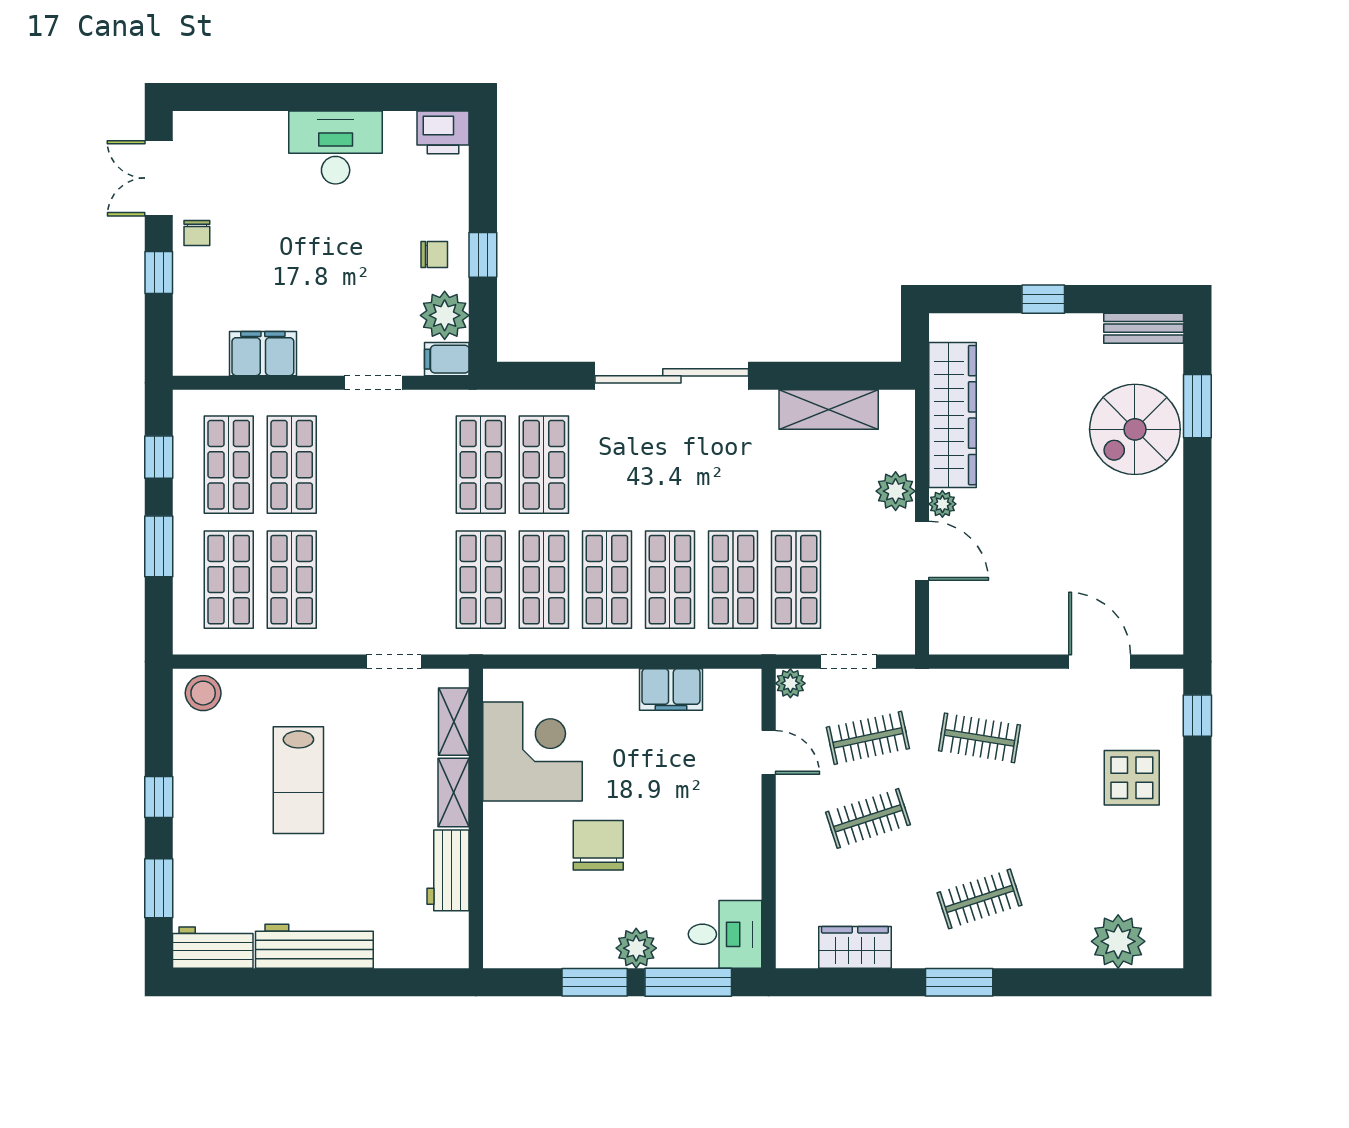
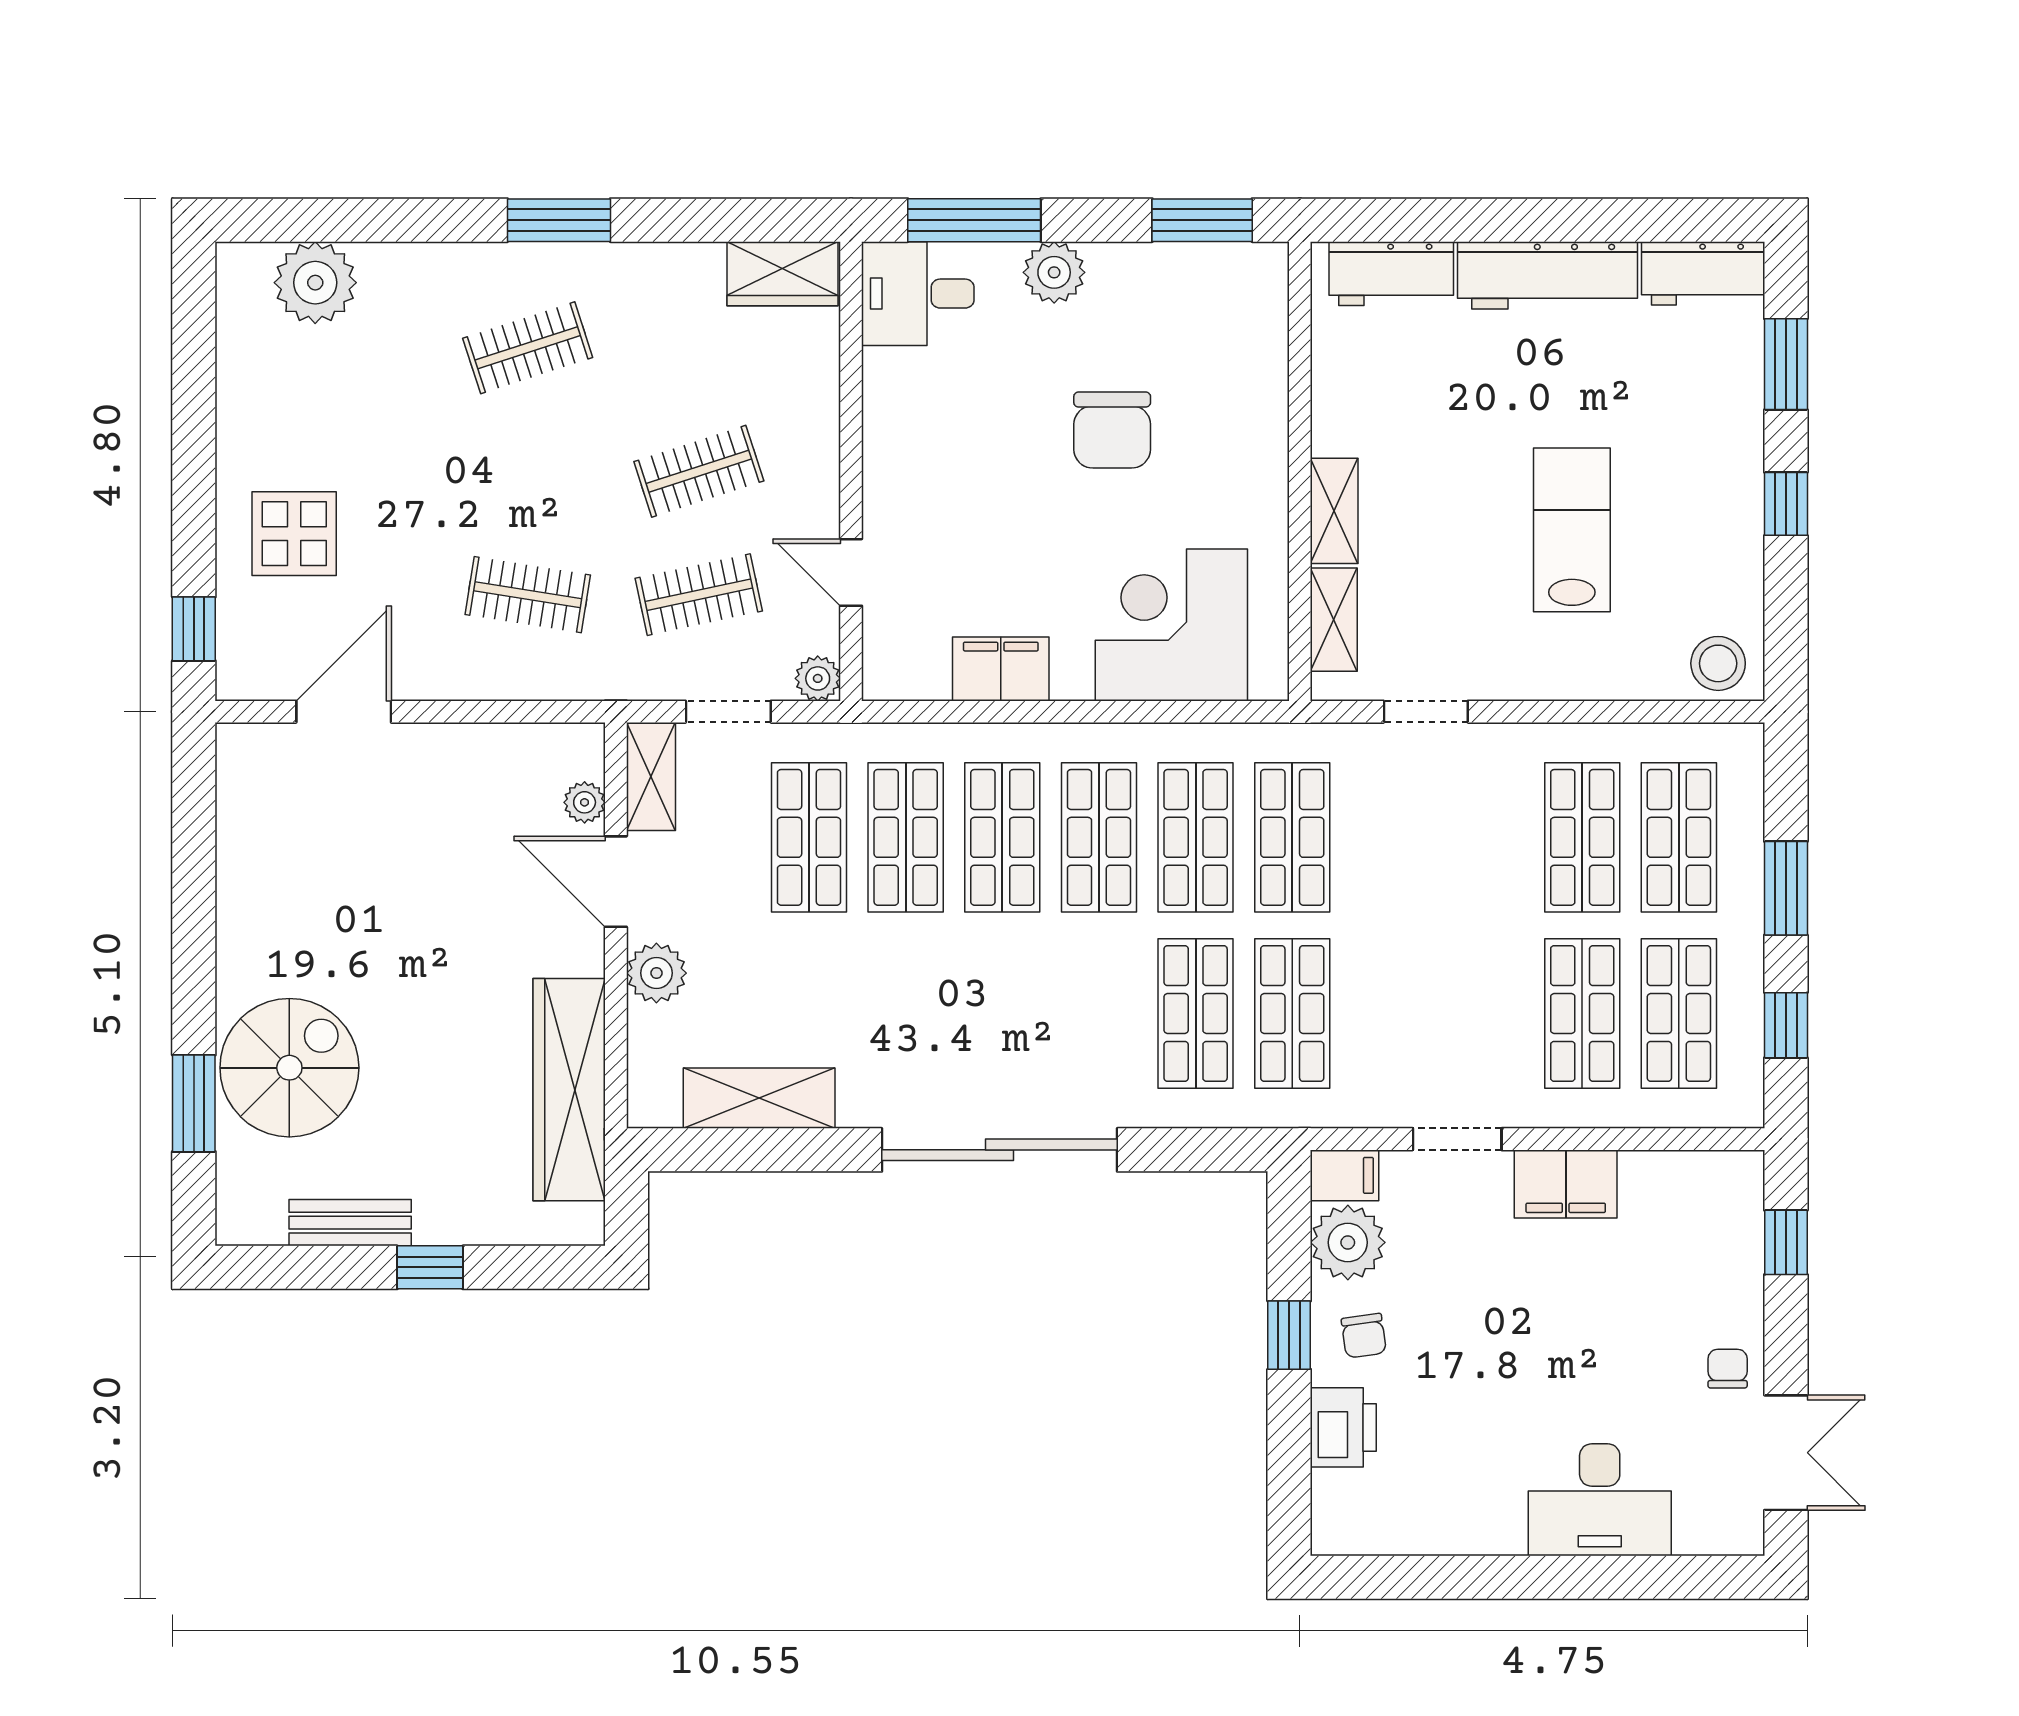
printer: (443, 132) -> (1343, 1427), moved, turned 90
desk: (336, 148) -> (1600, 1500), moved
chair: (434, 255) -> (1364, 1336), turned -98
window: (159, 273) -> (1786, 1242), moved
bench: (1144, 328) -> (350, 1223), moved
filing cabinet: (263, 354) -> (1566, 1184), moved
plant: (942, 504) -> (585, 802), moved
shelving: (899, 619) -> (651, 776), added
door: (1100, 662) -> (344, 712), swing flipped
corner desk: (533, 751) -> (1171, 625), moved, turned 90
workbench: (448, 870) -> (1391, 274), moved, turned 90
wardrobe: (855, 947) -> (783, 274), moved
window: (595, 982) -> (1202, 220), moved

